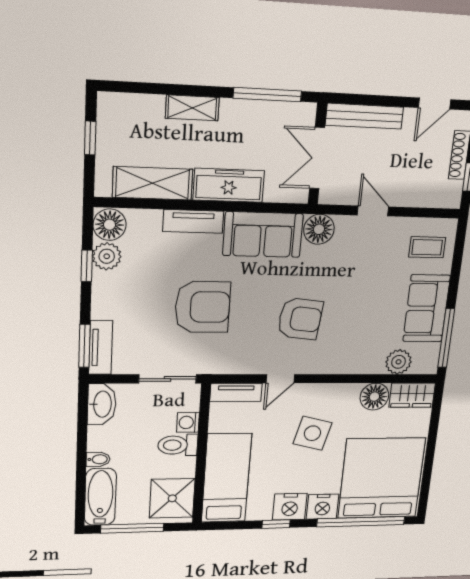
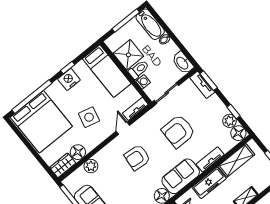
plant: (399, 362) -> (91, 166), moved
shower: (172, 498) -> (128, 55), moved
nightstand: (323, 507) -> (55, 90), removed

